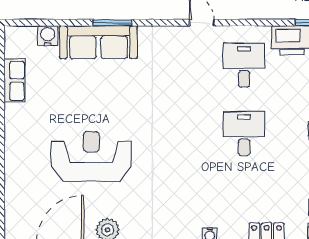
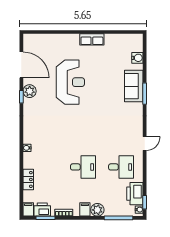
sofa: (98, 42) -> (134, 86), width x0.73
row of seats: (14, 81) -> (92, 39), moved

